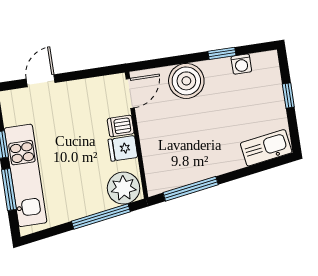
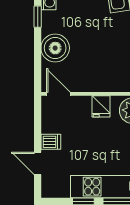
dishwasher: (121, 126) -> (51, 142), moved, turned -90

